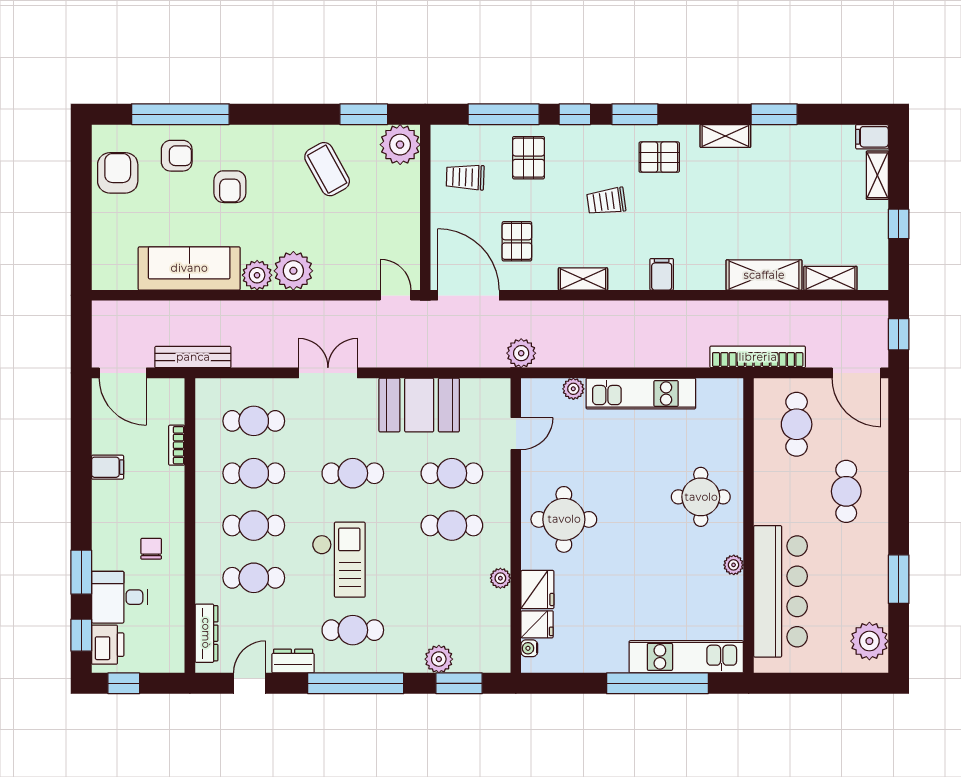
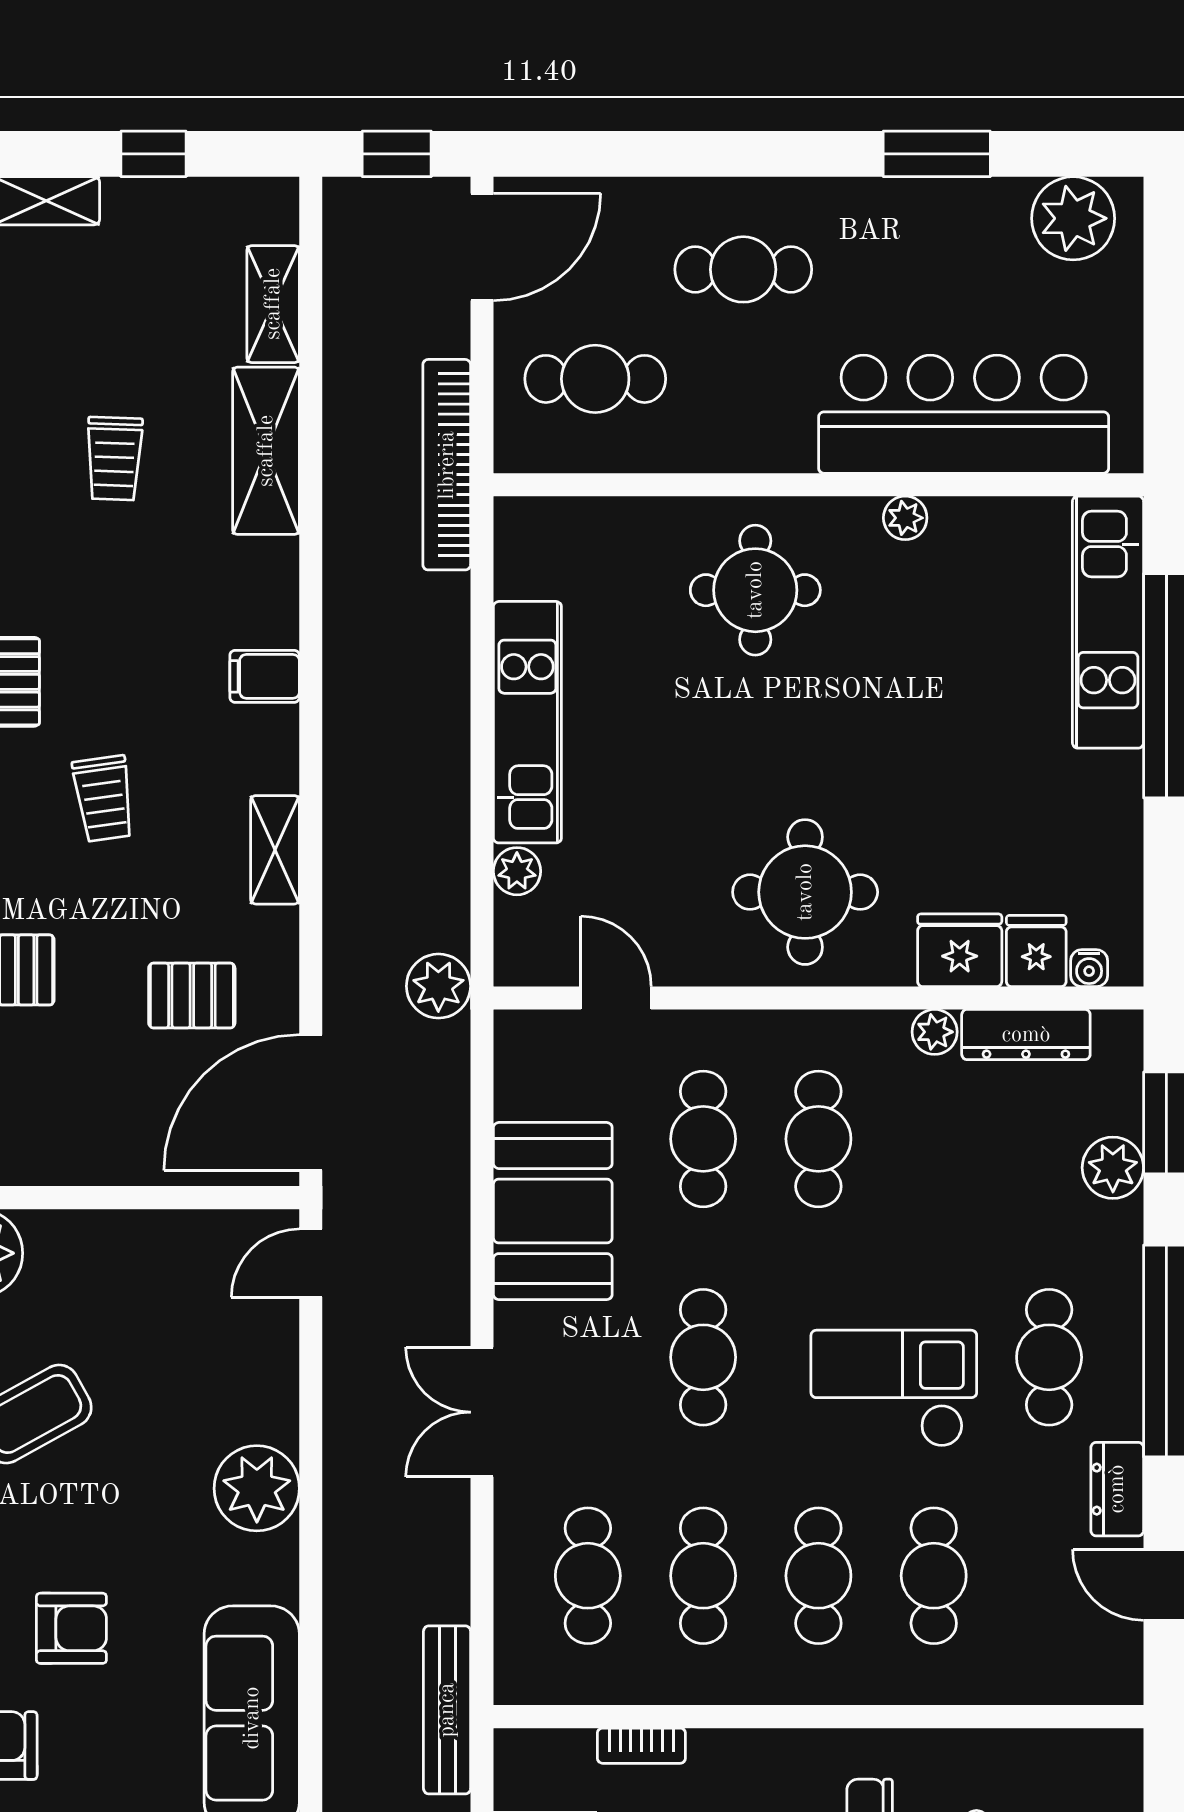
trolley: (465, 177) -> (114, 459), moved
plant: (257, 275) -> (267, 1568), removed
dresser: (206, 633) -> (1026, 1035), moved, turned 180

